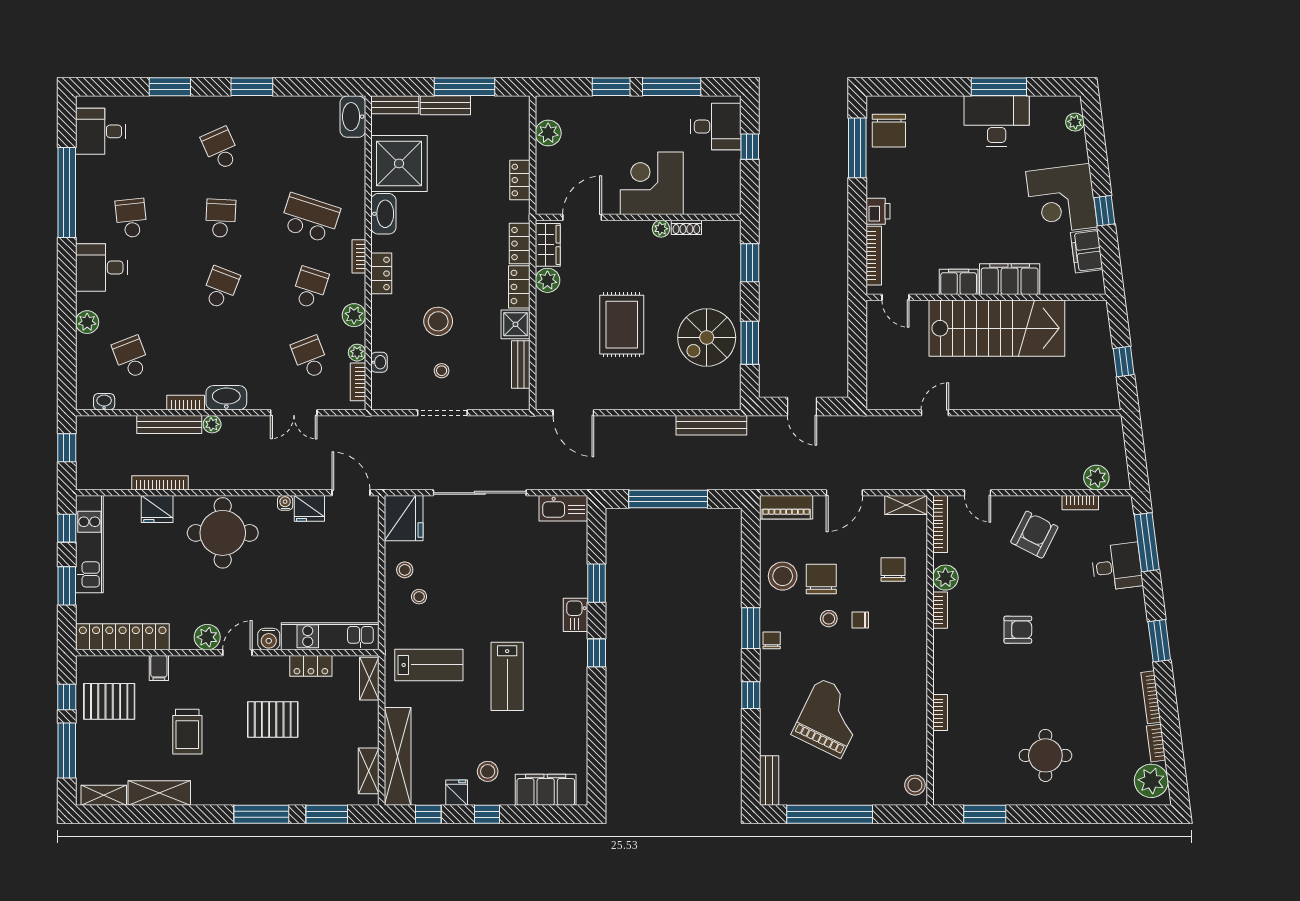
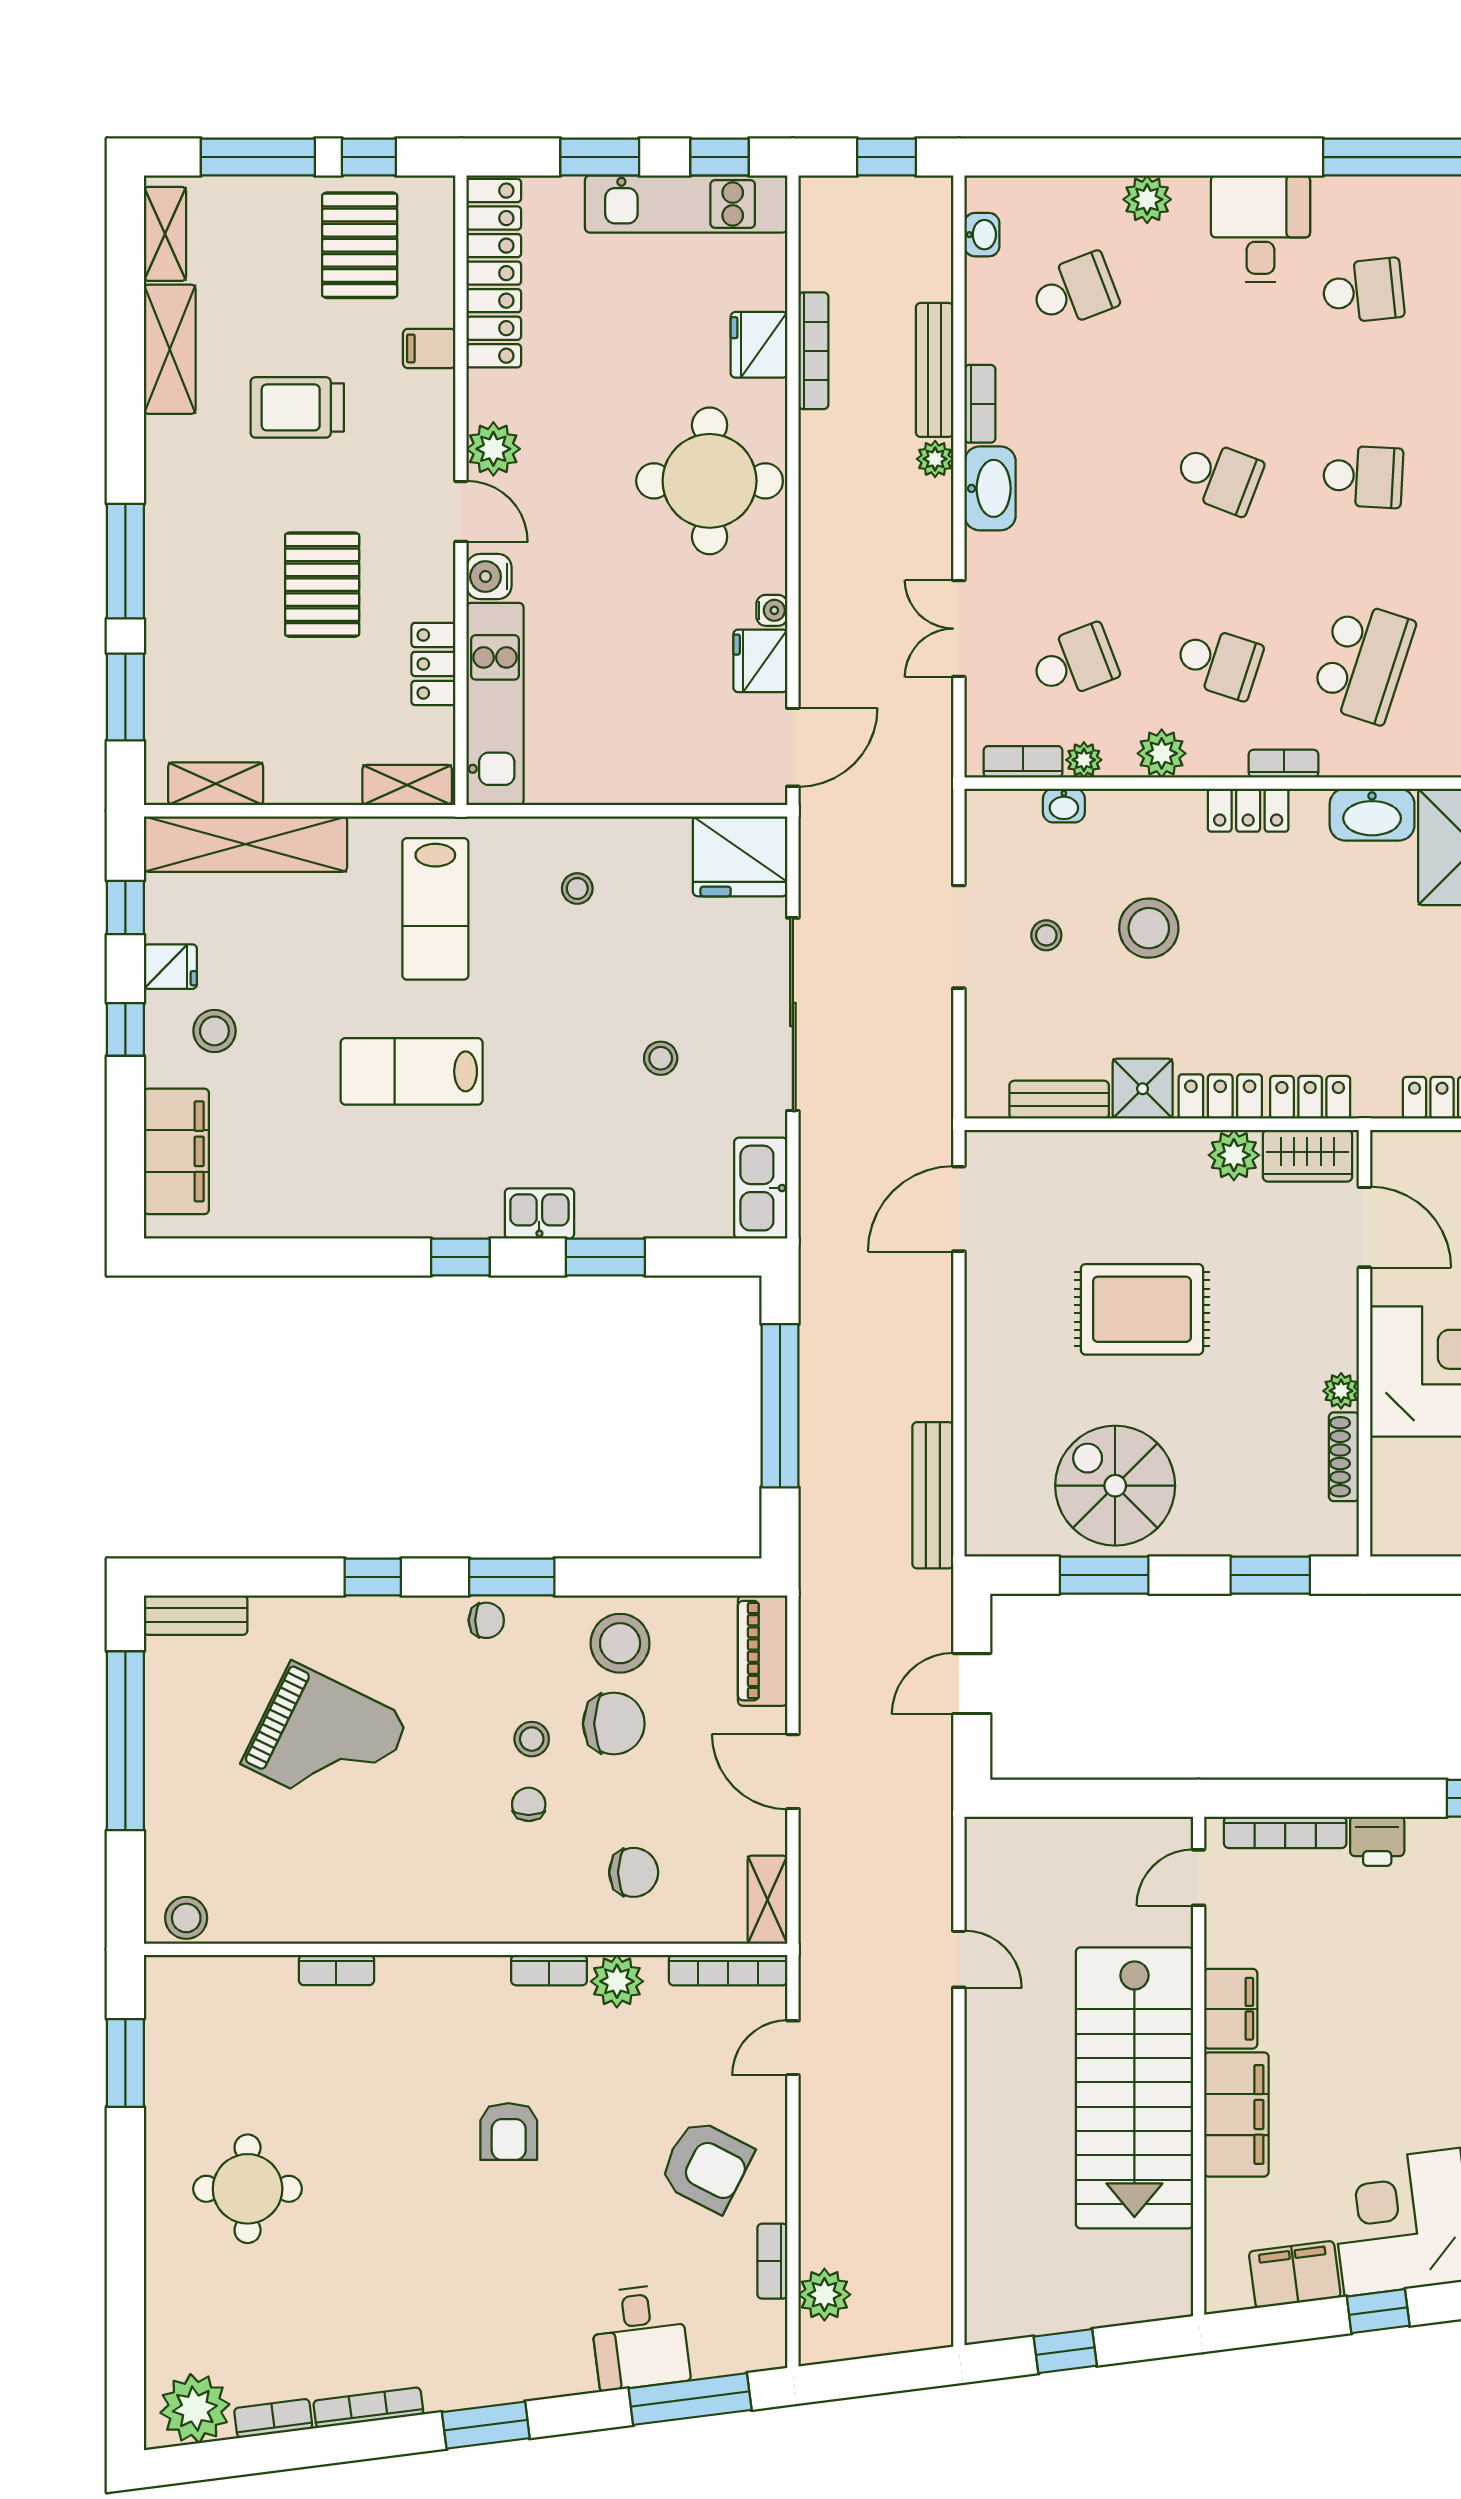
shoe rack: (686, 227) -> (1344, 1457), width x1.43
stool: (405, 570) -> (661, 1058), moved

